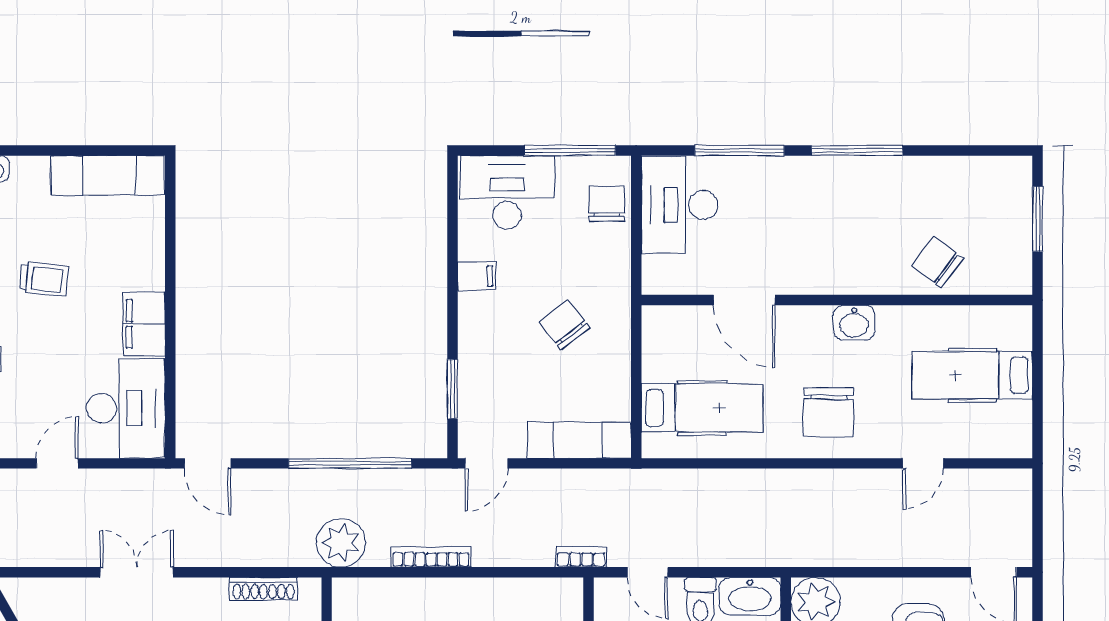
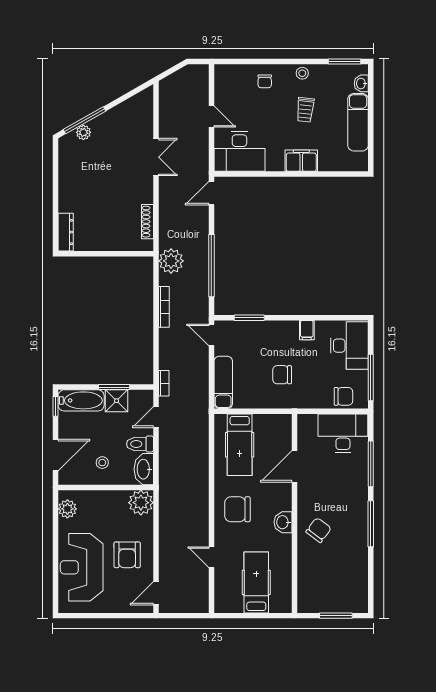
exam couch: (108, 175) -> (358, 122), moved
chair: (937, 262) -> (319, 530), moved
filing cabinet: (144, 324) -> (301, 161), moved
chair: (564, 324) -> (282, 375), turned -142

